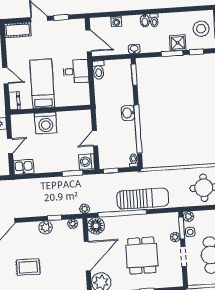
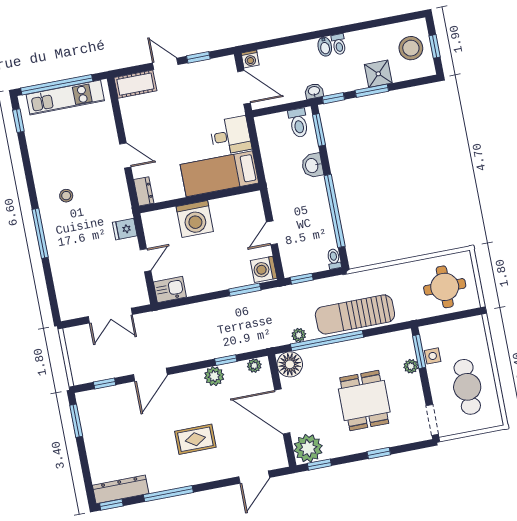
washing machine: (116, 21) -> (250, 59), moved
window: (196, 52) -> (333, 98), moved
toilet: (99, 70) -> (298, 123), moved
bed: (42, 84) -> (219, 174), moved, turned -90
washbasin: (128, 113) -> (312, 165), moved
sun lounger: (143, 199) -> (355, 314), turned 180
plant: (85, 209) -> (299, 335), moved
plant: (188, 216) -> (427, 333), removed
door: (87, 256) -> (282, 412), swing flipped
doorway: (184, 256) -> (432, 420), moved

